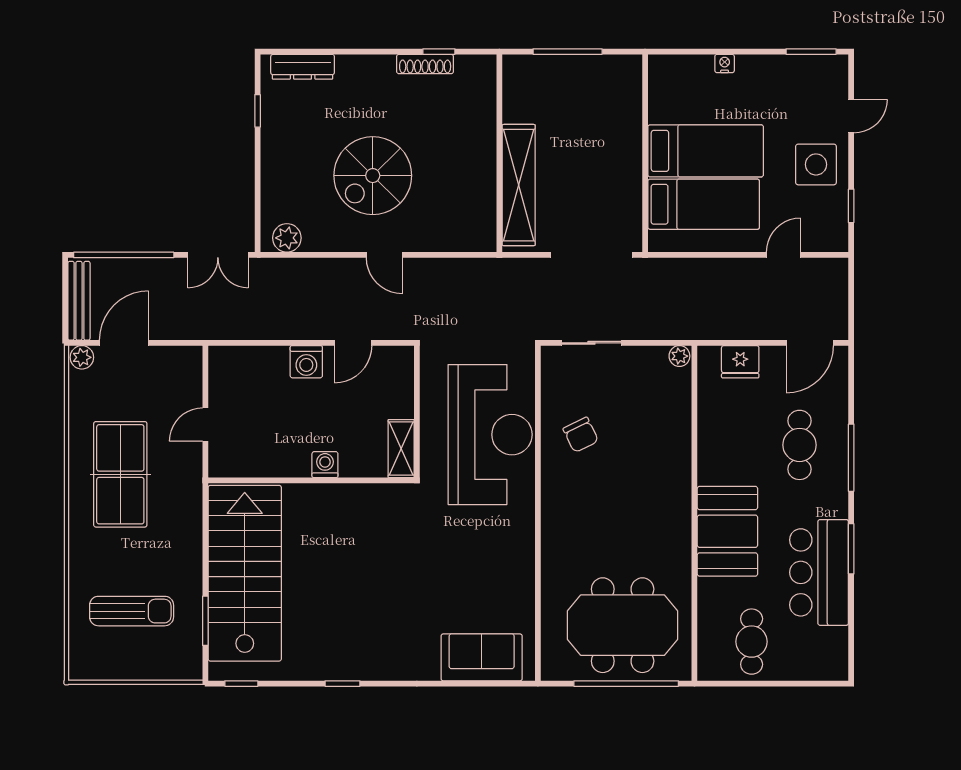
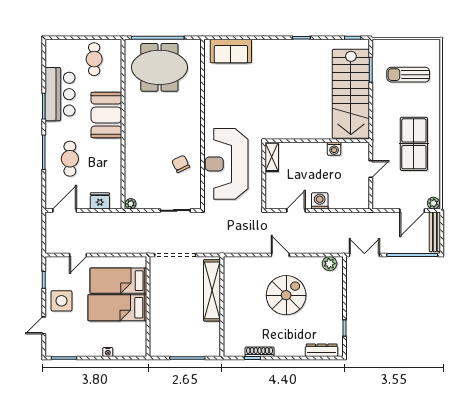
washing machine: (325, 465) -> (334, 149), moved

